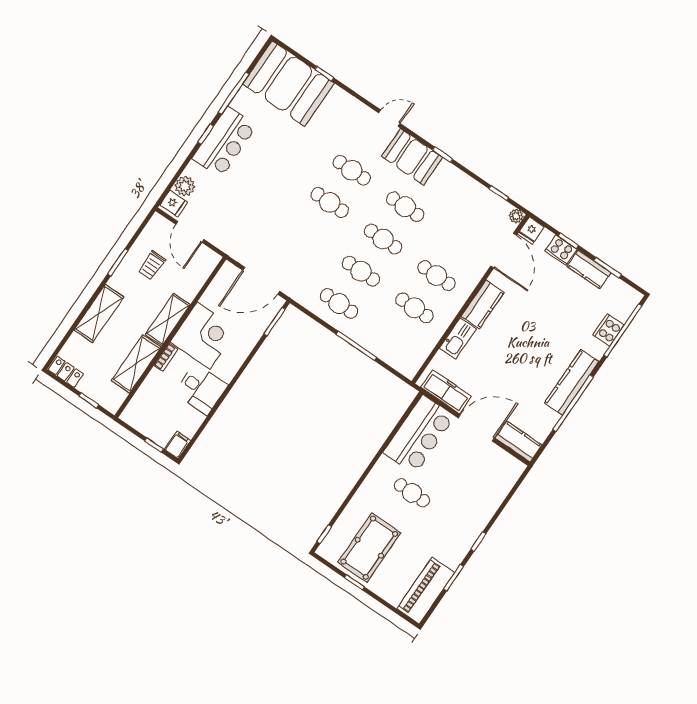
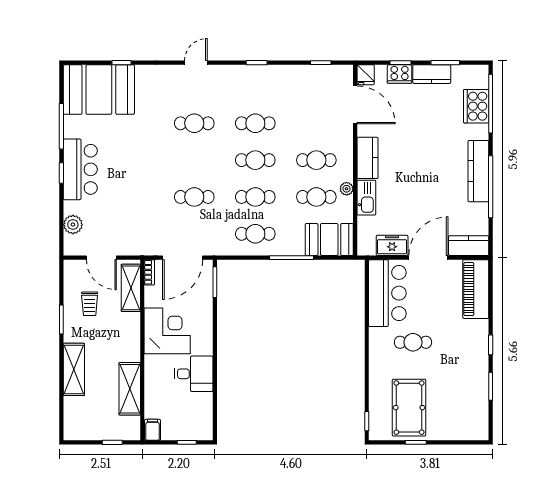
booth: (412, 157) -> (329, 239), moved
cafe table: (330, 202) -> (194, 197), moved
fridge: (174, 204) -> (74, 244), removed
plant: (516, 216) -> (347, 189), moved
shelving: (168, 320) -> (131, 288), moved
cooker: (608, 330) -> (476, 106), width x1.37, depth x1.31
bookcase: (166, 357) -> (149, 272), moved
locker: (66, 372) -> (79, 432), removed
freezer: (446, 392) -> (392, 245), width x0.71
filing cabinet: (177, 445) -> (153, 430), moved
piano: (426, 591) -> (476, 289), moved

